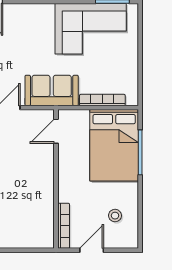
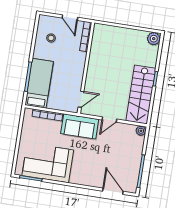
bed: (114, 145) -> (39, 83), width x0.67
door: (92, 250) -> (70, 18), hinge flipped

